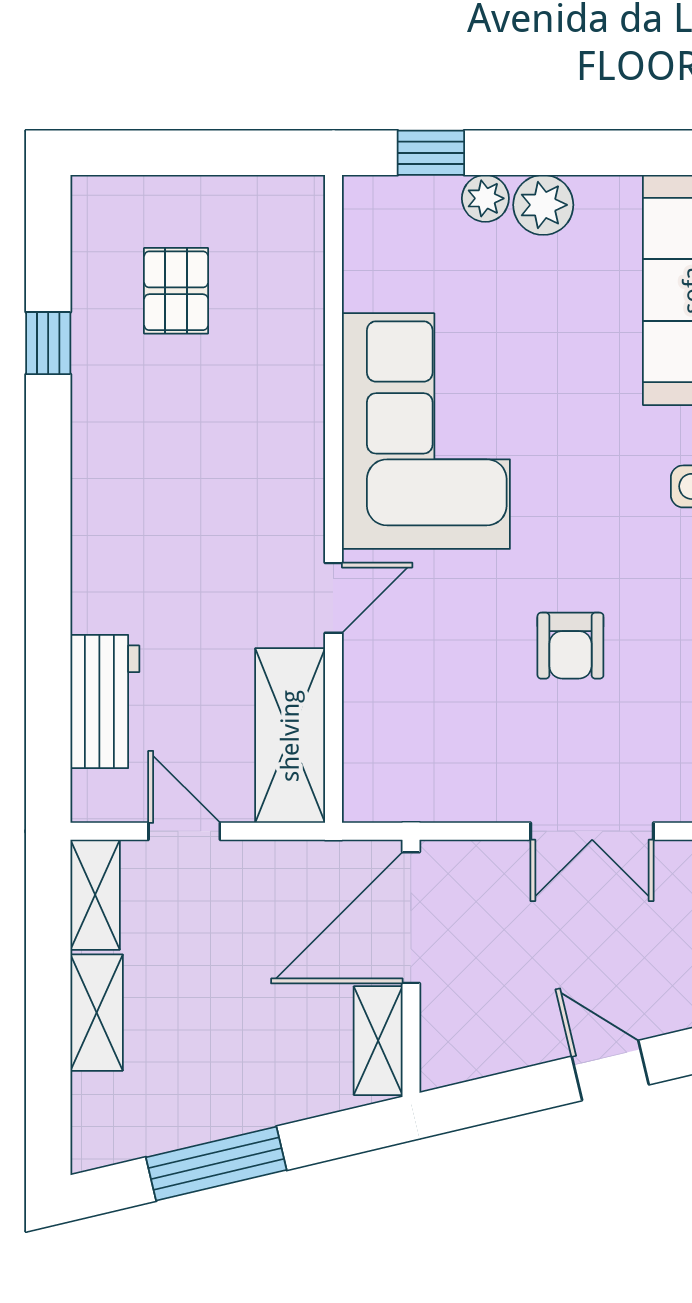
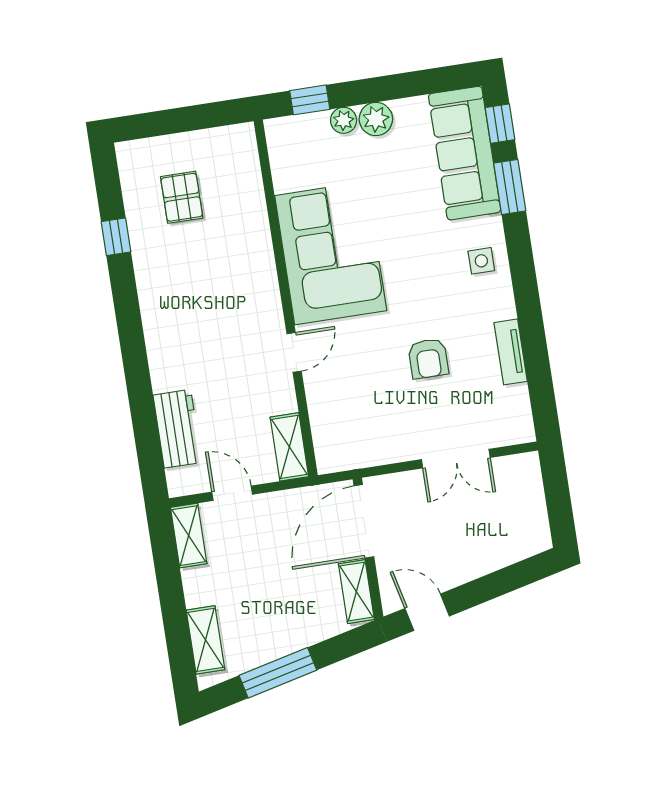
shelving: (290, 736) -> (289, 447), width x0.67, depth x0.75
shelving: (97, 1013) -> (206, 640), moved
door: (610, 1071) -> (427, 612), moved

